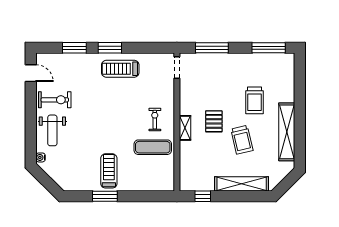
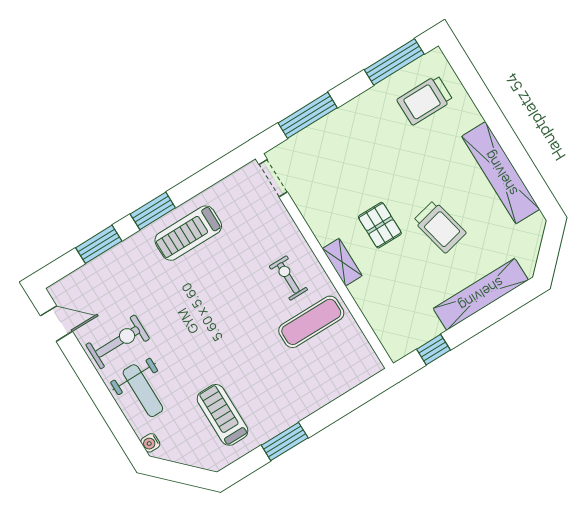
trolley: (255, 100) -> (425, 100), moved, turned 90
treadmill: (109, 171) -> (223, 415), moved

